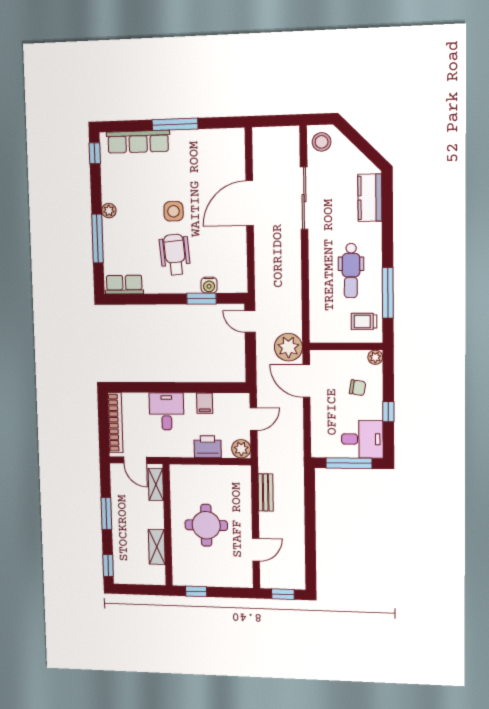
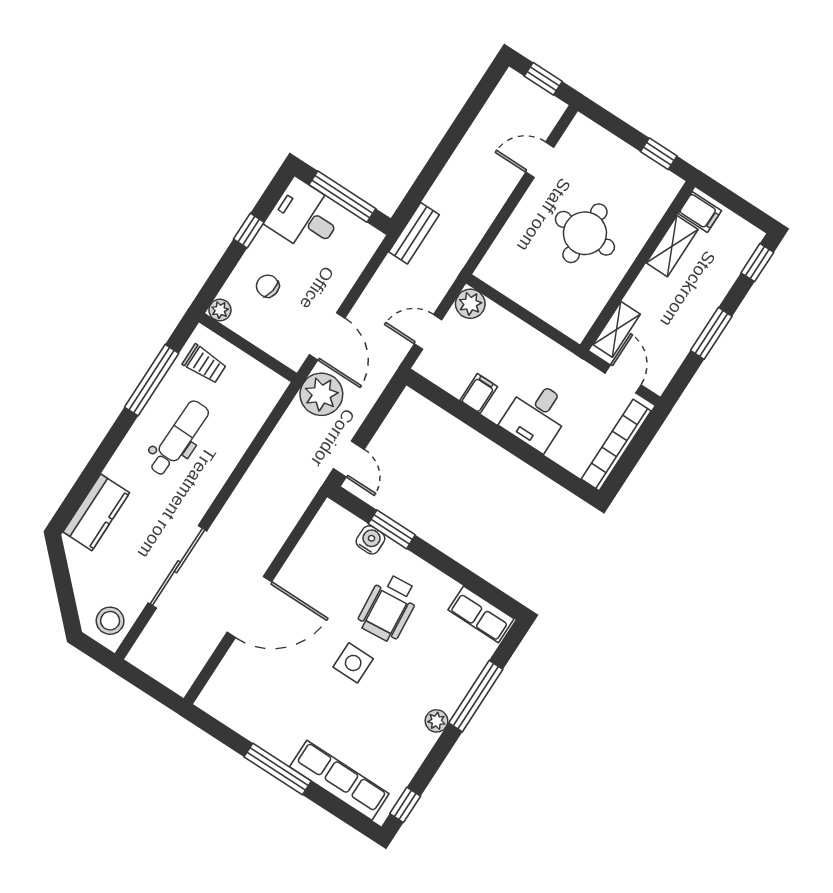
printer: (208, 447) -> (513, 335), removed
bench: (266, 492) -> (414, 233), moved
filing cabinet: (155, 574) -> (700, 212), added

